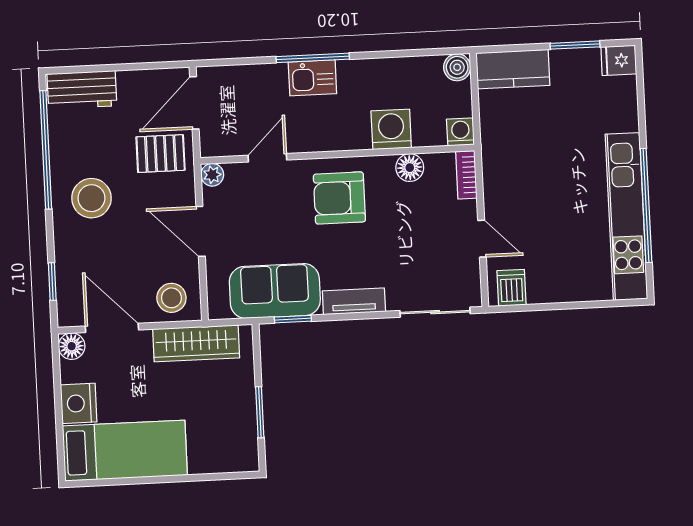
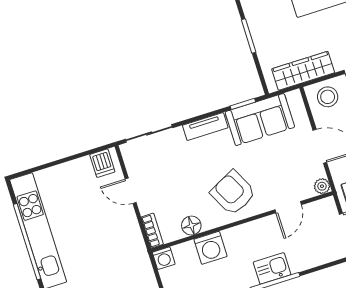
armchair: (339, 198) -> (233, 193), turned -117

